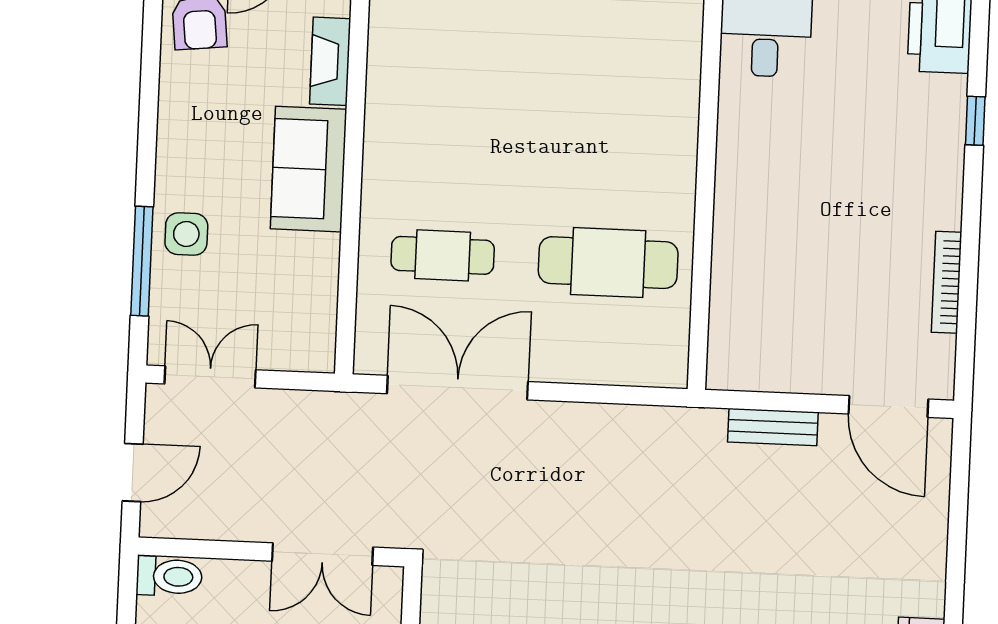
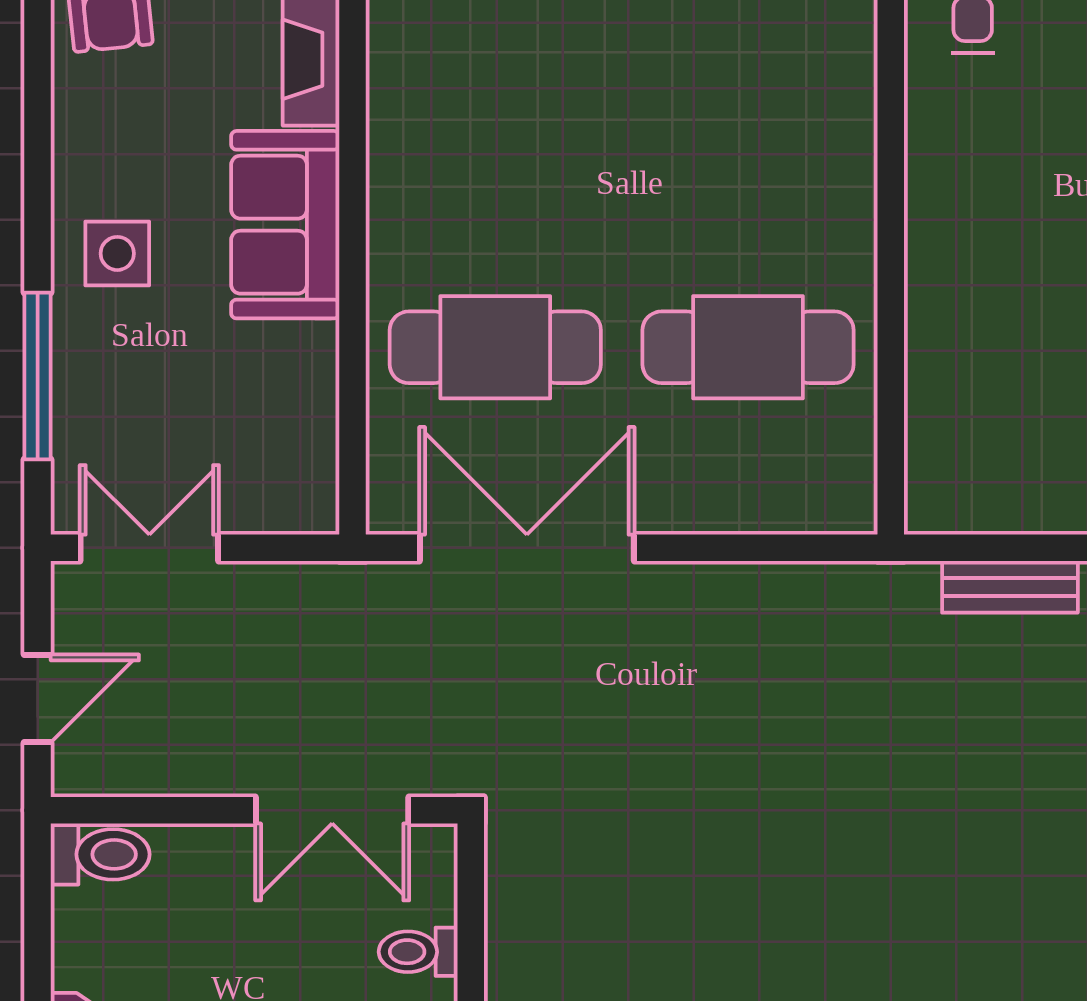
side table: (186, 234) -> (117, 253), moved
cafe table: (443, 255) -> (495, 347), width x1.37, depth x1.35

